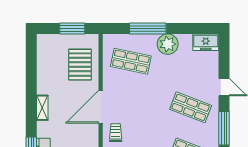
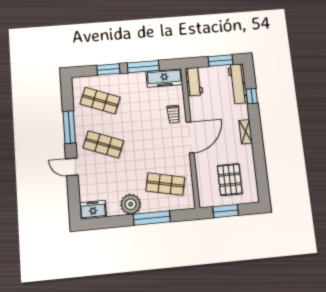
pallet: (80, 65) -> (230, 180), moved

